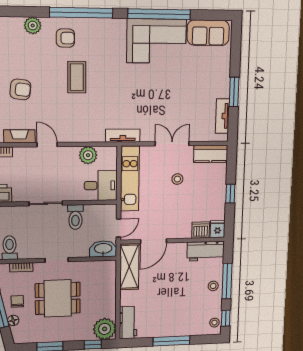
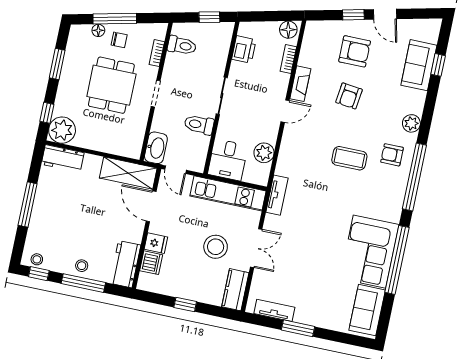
armchair: (65, 38) -> (392, 155), turned 90
stool: (177, 179) -> (216, 247), width x1.89, depth x1.89
fridge: (218, 229) -> (156, 243), moved

